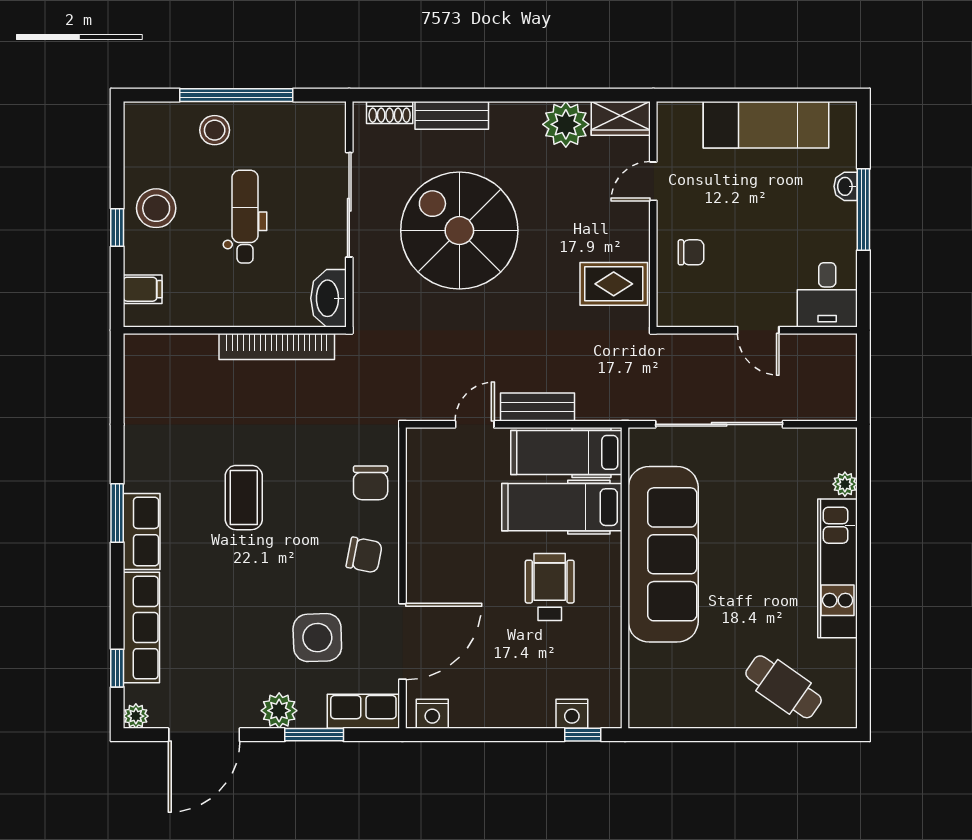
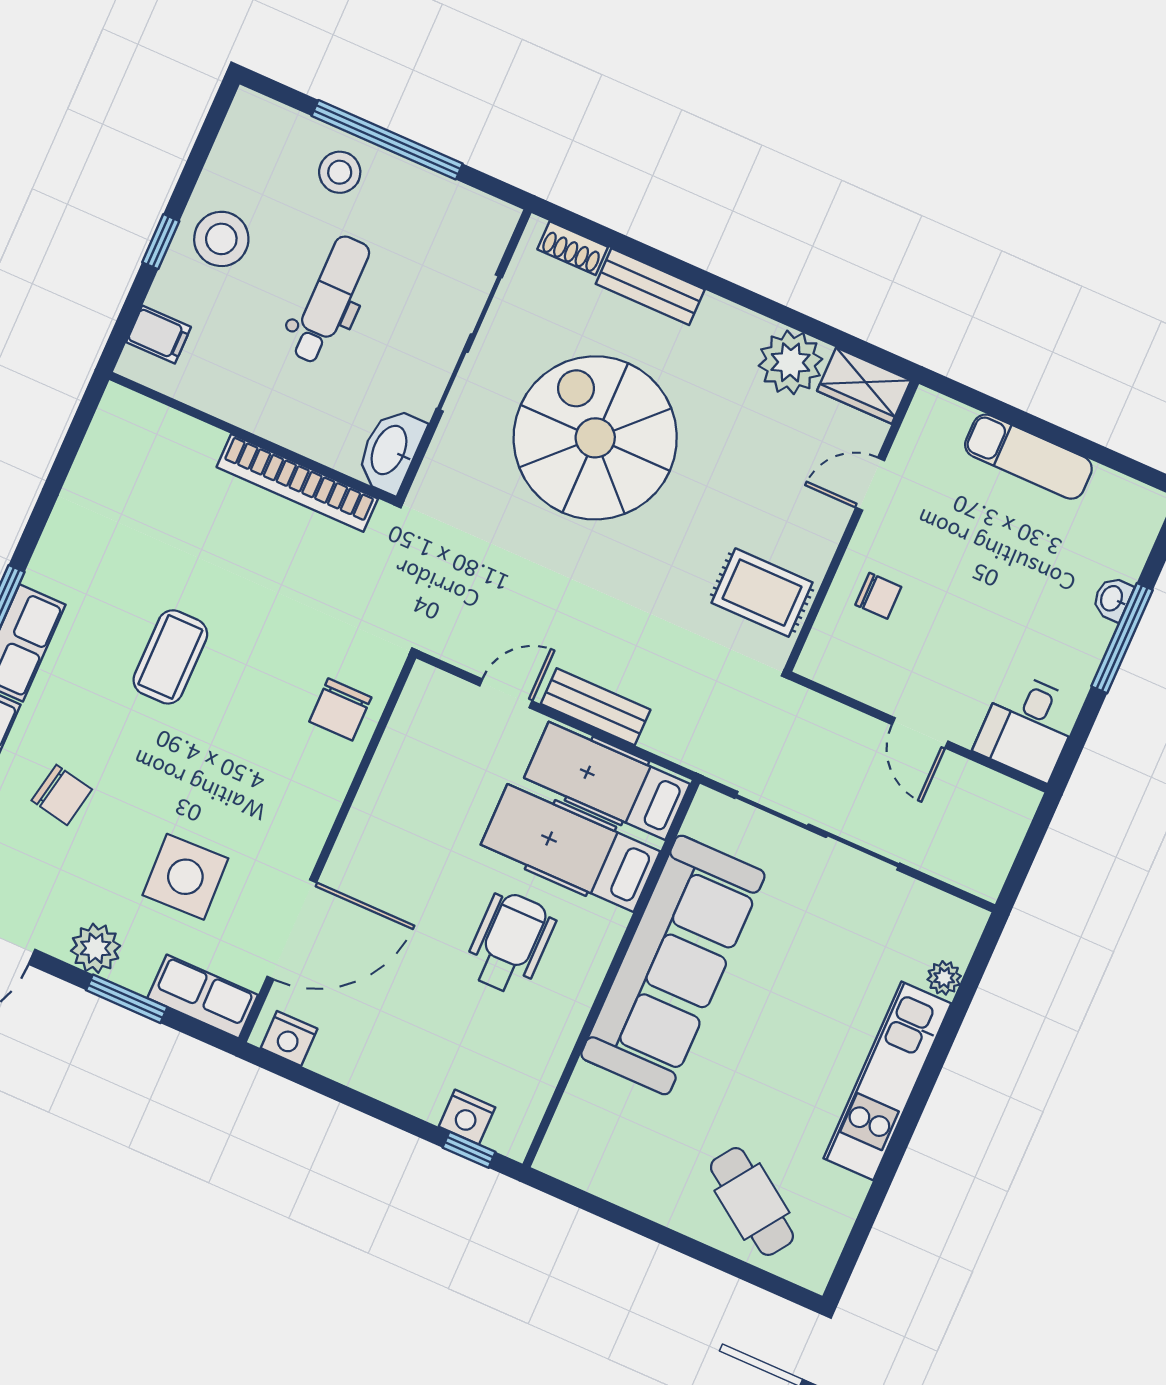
exam couch: (766, 125) -> (1028, 457), width x0.73, depth x0.69
chair: (364, 555) -> (62, 795), moved

